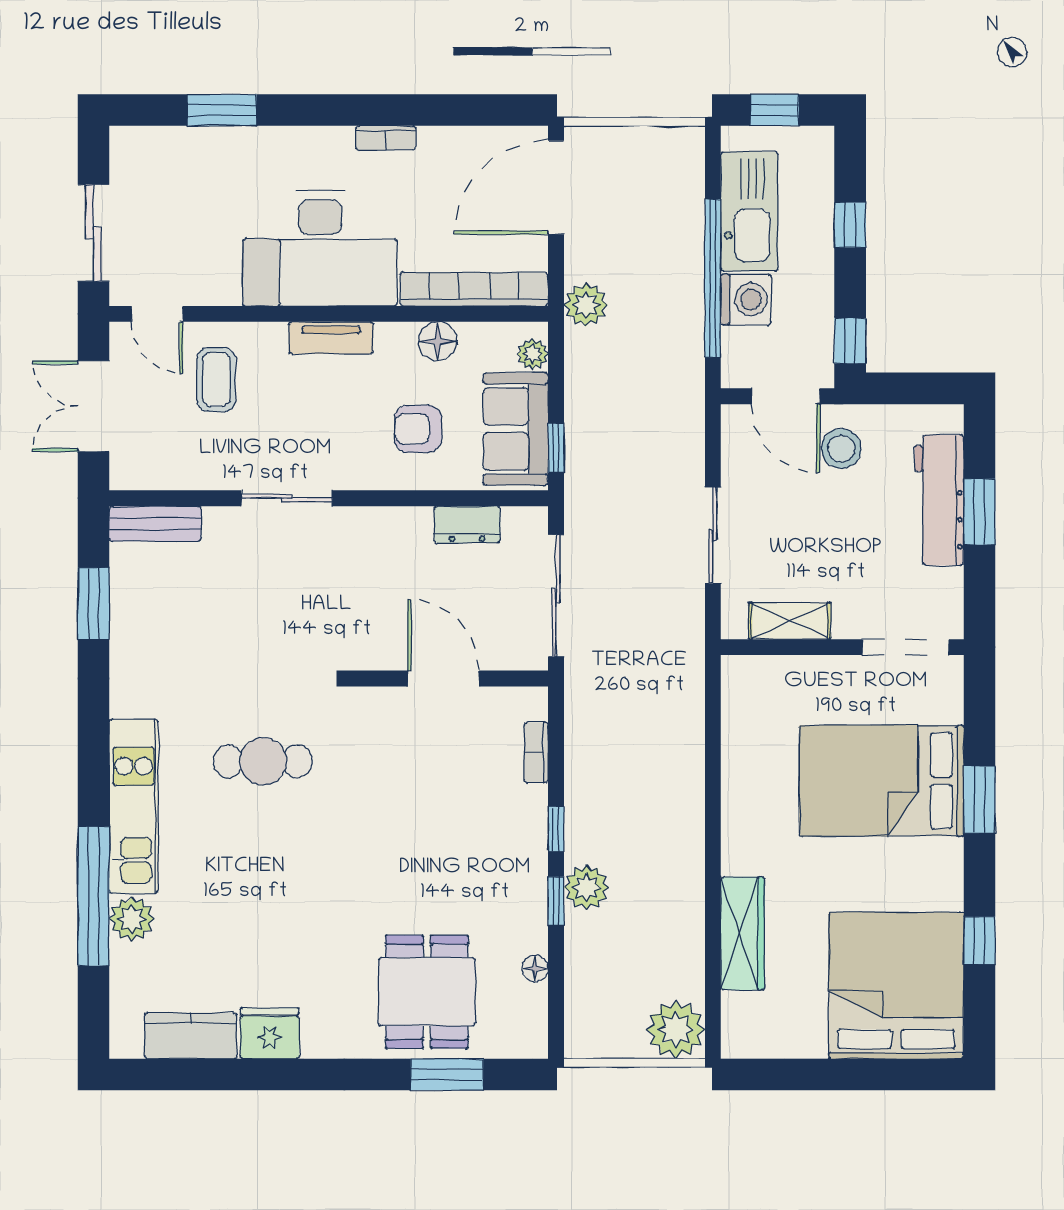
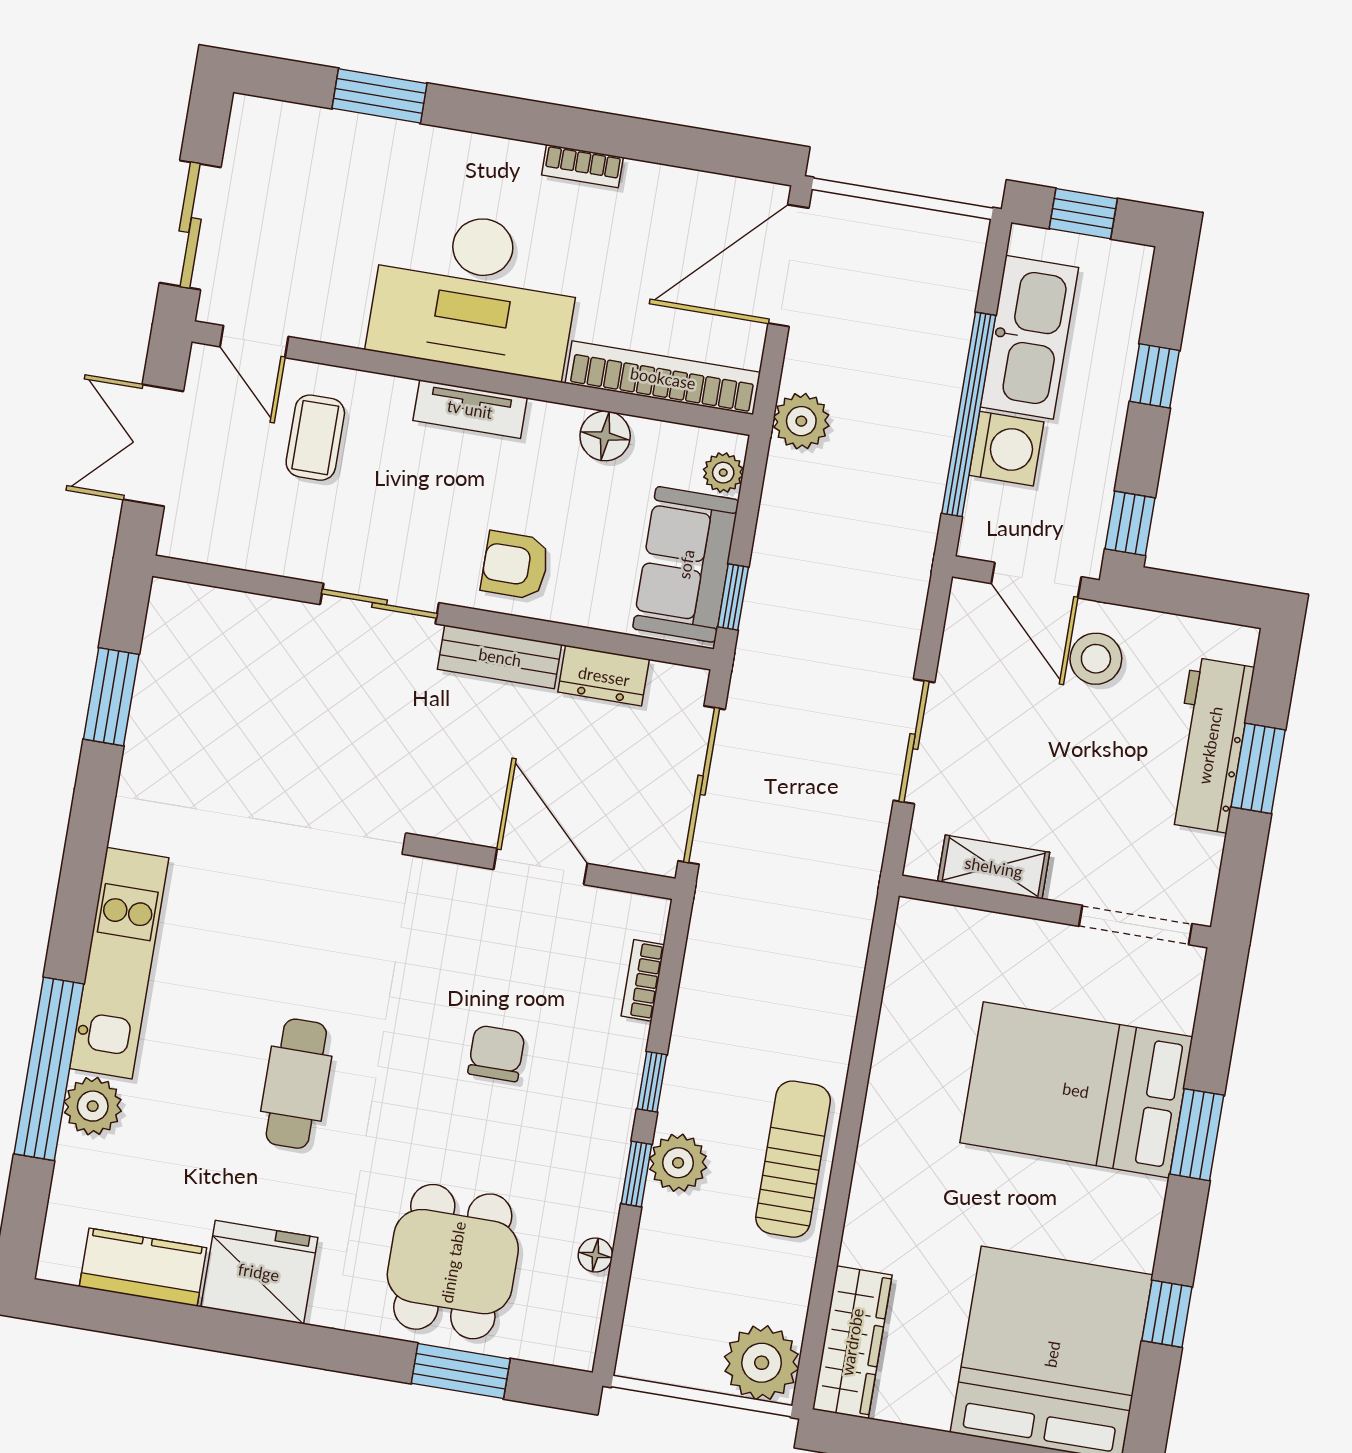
armchair: (418, 429) -> (515, 565), moved
bench: (155, 524) -> (500, 657), moved
cafe table: (263, 761) -> (296, 1084), moved, turned 90
chair: (434, 827) -> (496, 1053), added
sun lounger: (674, 870) -> (793, 1159), added
wardrobe: (743, 933) -> (852, 1342), moved
fridge: (270, 1033) -> (259, 1272), width x1.36, depth x1.34

